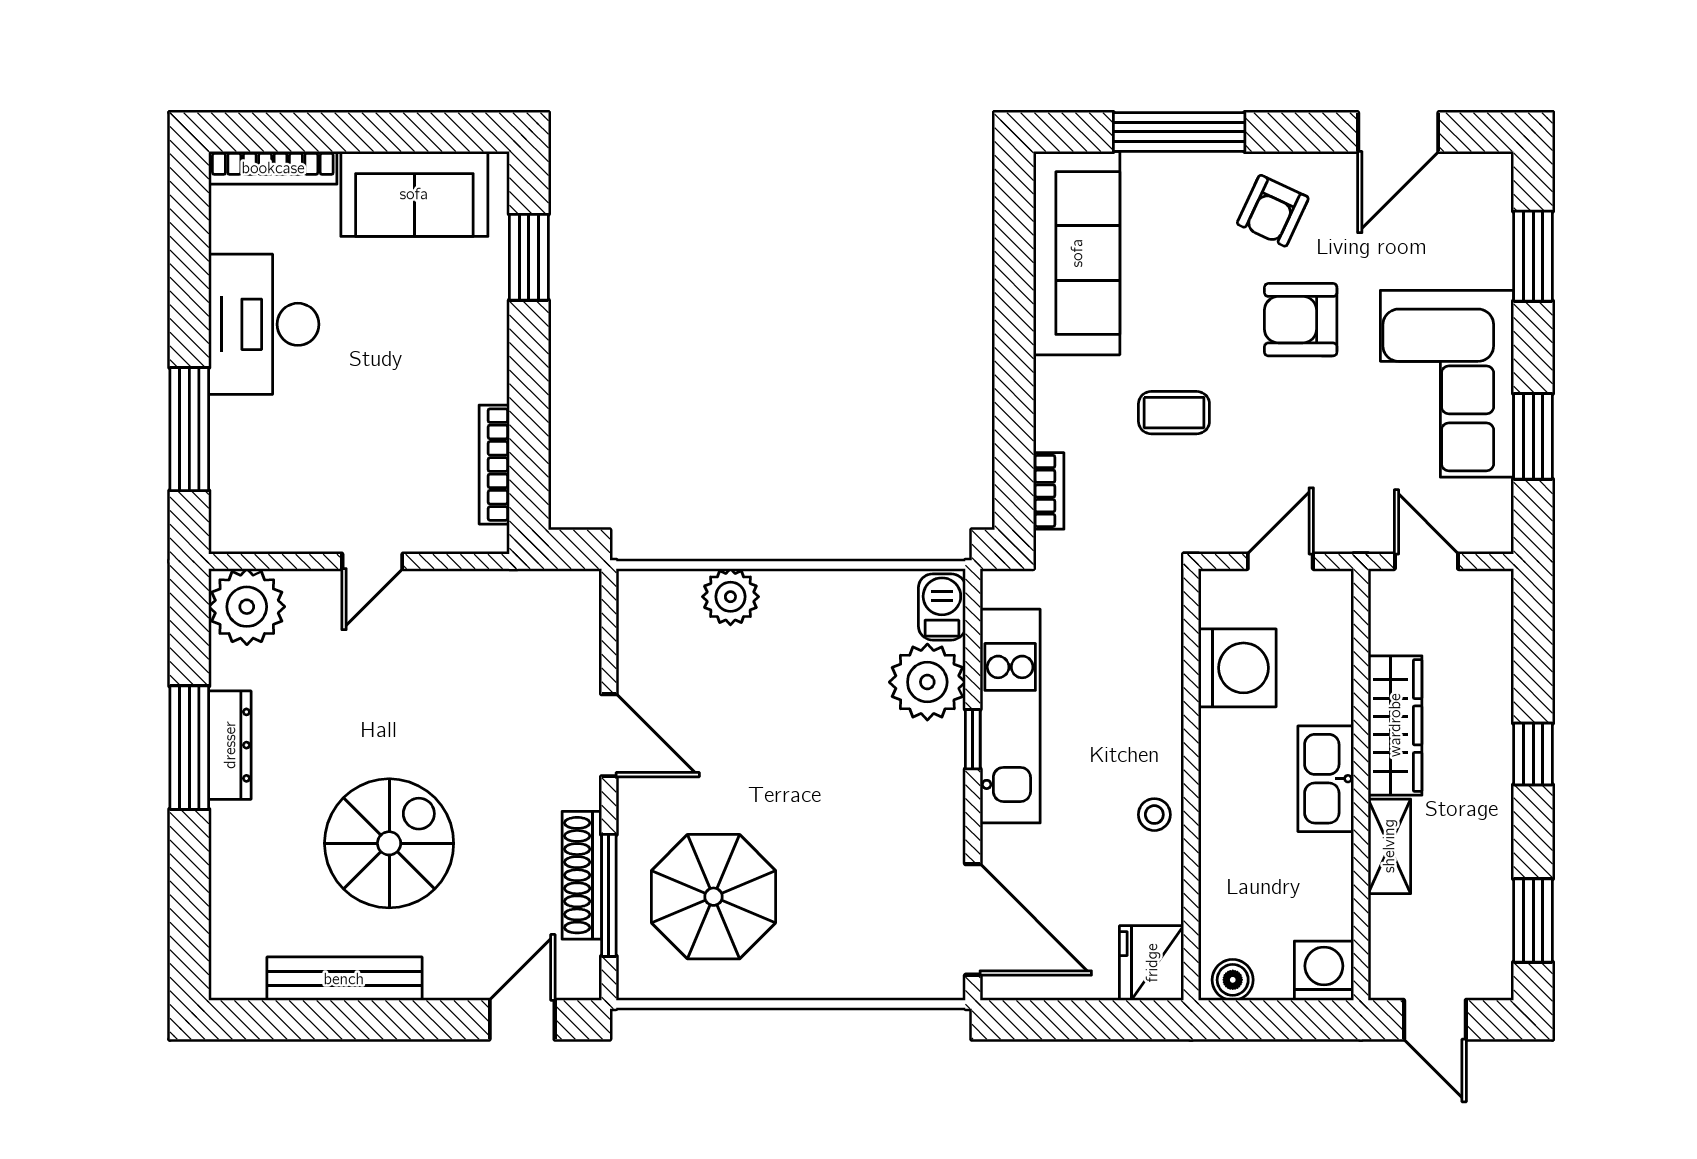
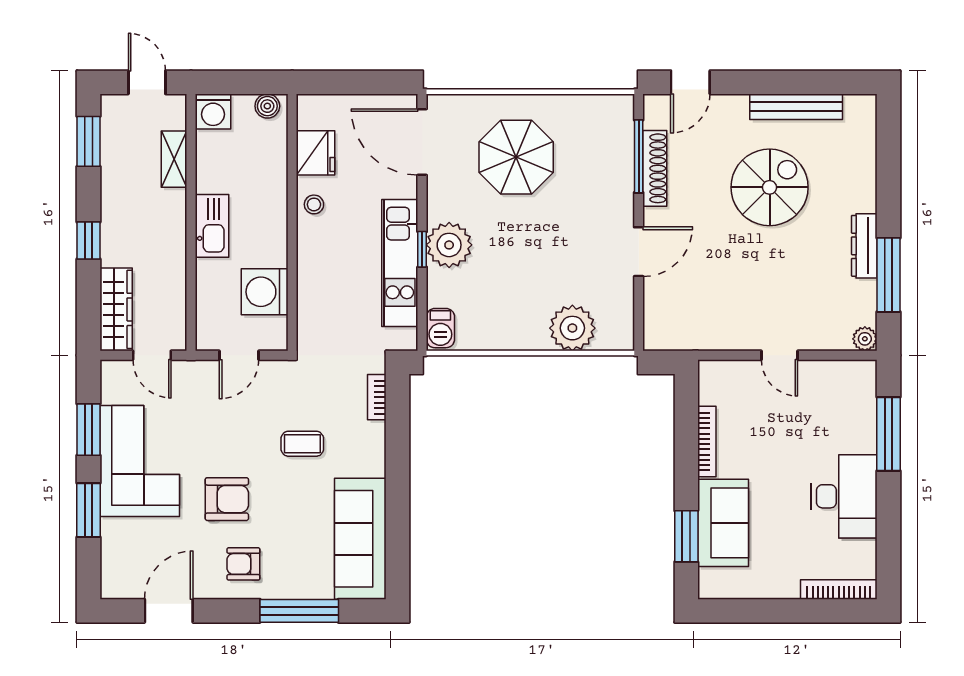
sofa: (414, 194) -> (723, 523), moved, turned 90
armchair: (1273, 211) -> (243, 564), turned -115
window: (1533, 256) -> (89, 510), moved
bookcase: (494, 465) -> (707, 441), moved
door: (372, 561) -> (779, 355), swing flipped
plant: (730, 597) -> (572, 328), width x1.36, depth x1.36
plant: (247, 607) -> (865, 339), width x0.53, depth x0.53
plant: (927, 682) -> (449, 245), moved
wardrobe: (1395, 725) -> (116, 309), moved, turned 180
door: (609, 735) -> (639, 252), swing flipped
window: (189, 748) -> (888, 275), moved
spiral stairs: (389, 843) -> (770, 187), turned 180
shelving: (1389, 846) -> (174, 159), moved
parasol: (714, 897) -> (516, 157), moved
fridge: (1152, 963) -> (316, 153), moved

